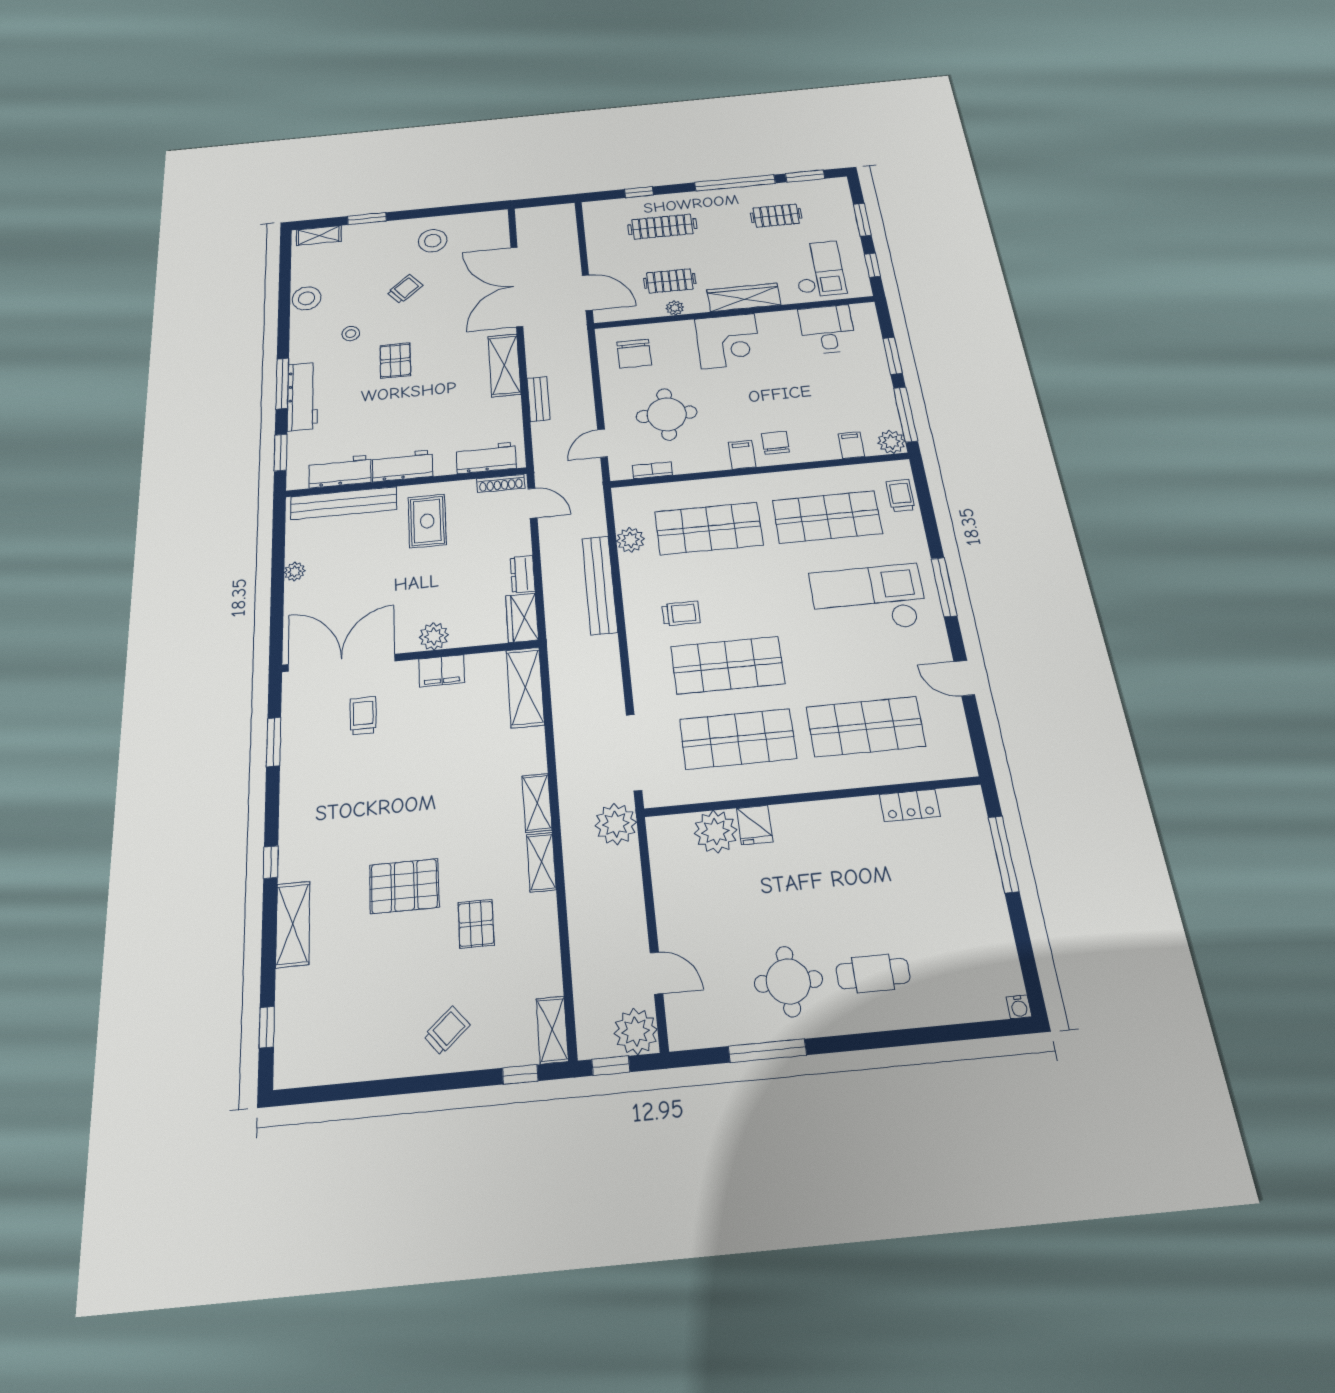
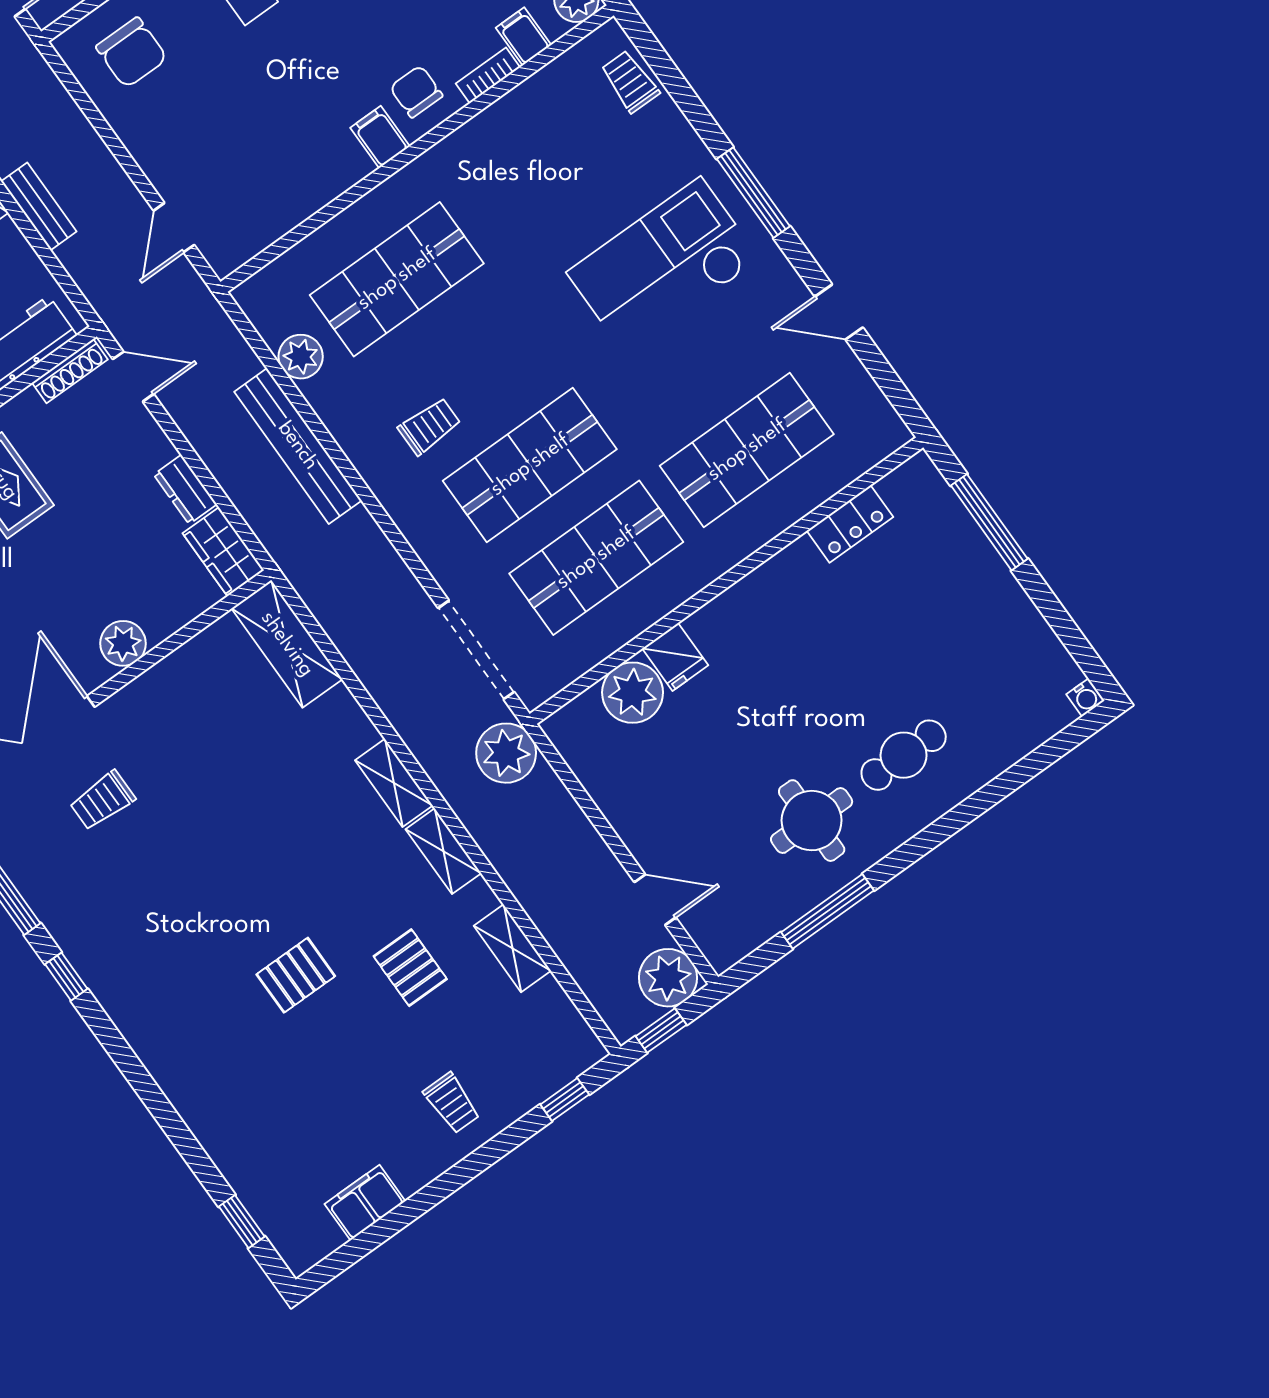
round table: (667, 414) -> (238, 130), removed
bookcase: (652, 470) -> (488, 75), moved
shop shelf: (827, 517) -> (547, 171), removed
filing cabinet: (442, 671) -> (365, 1203), moved, turned 180
trolley: (363, 716) -> (102, 800), turned -90
window: (271, 862) -> (66, 977), moved
pallet: (404, 886) -> (296, 975), width x0.67, depth x0.71
shelving: (293, 924) -> (192, 1096), removed
trolley: (447, 1030) -> (452, 1103), turned 131
shelving: (552, 1030) -> (512, 948), moved

